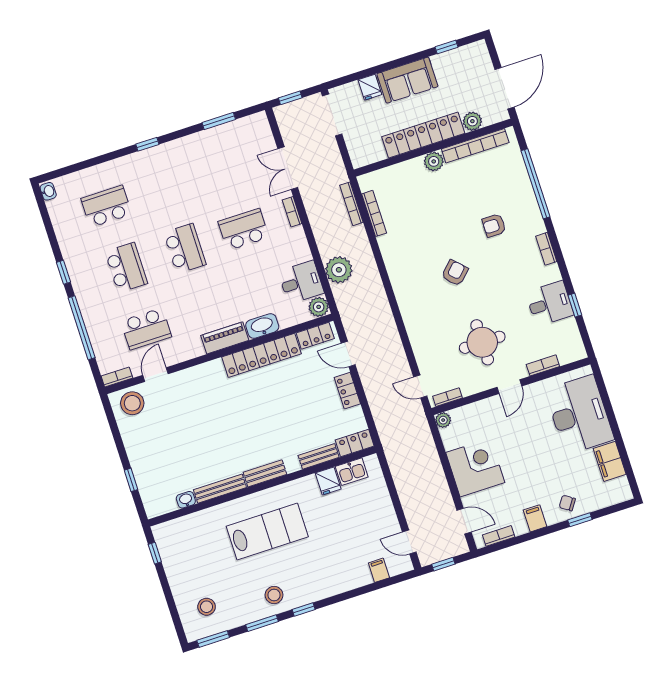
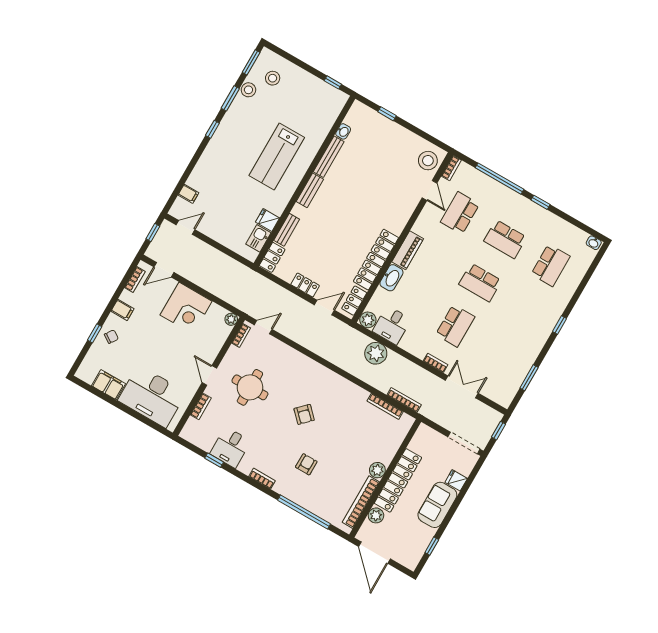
stool: (274, 595) -> (248, 90), moved

